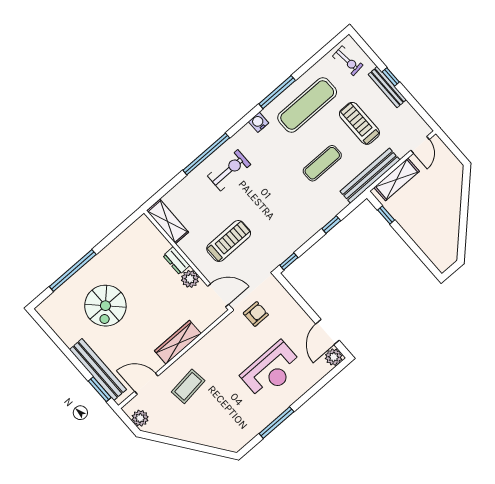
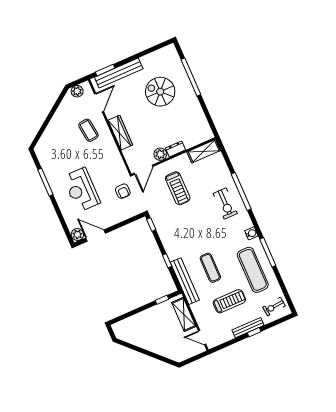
bench: (370, 176) -> (185, 281), moved

